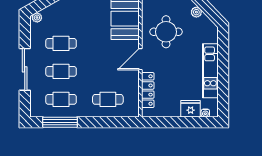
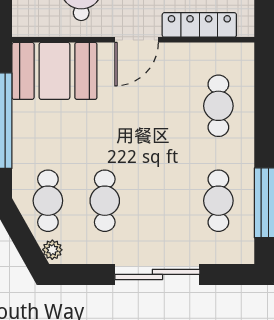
door: (140, 59) -> (137, 40), hinge flipped
cafe table: (61, 71) -> (48, 201), moved

